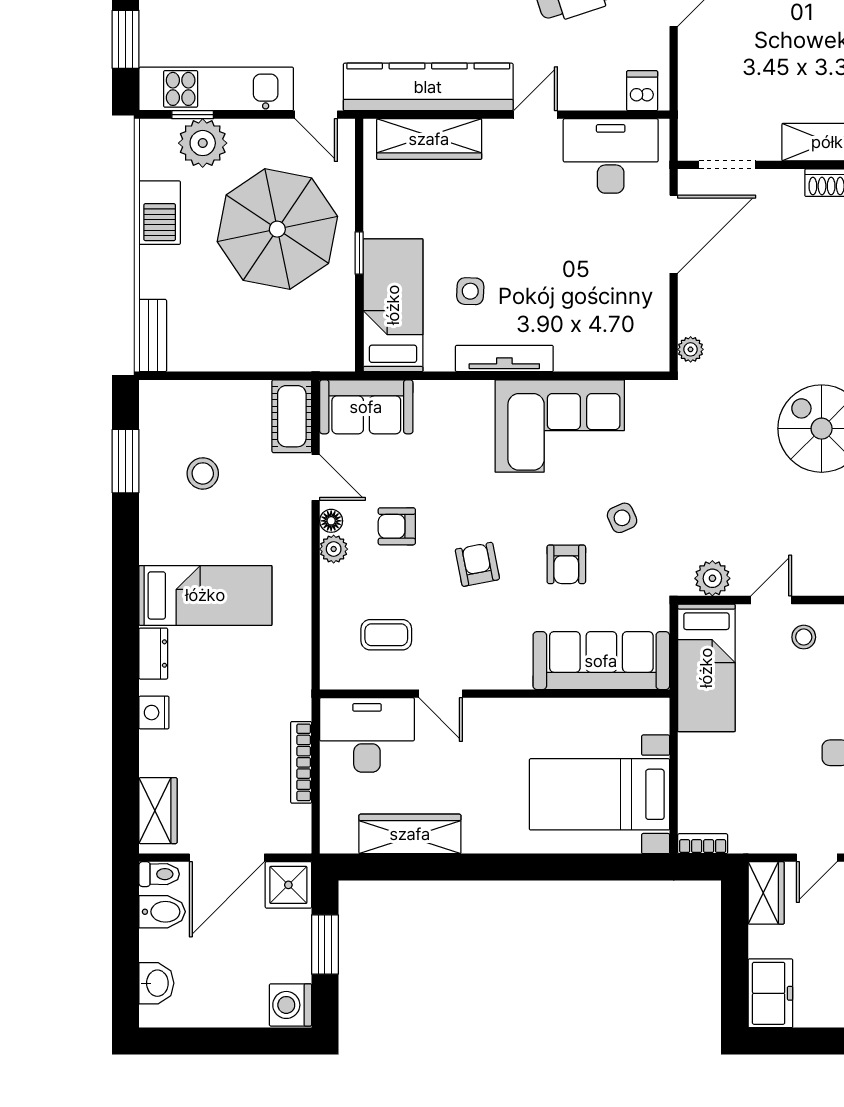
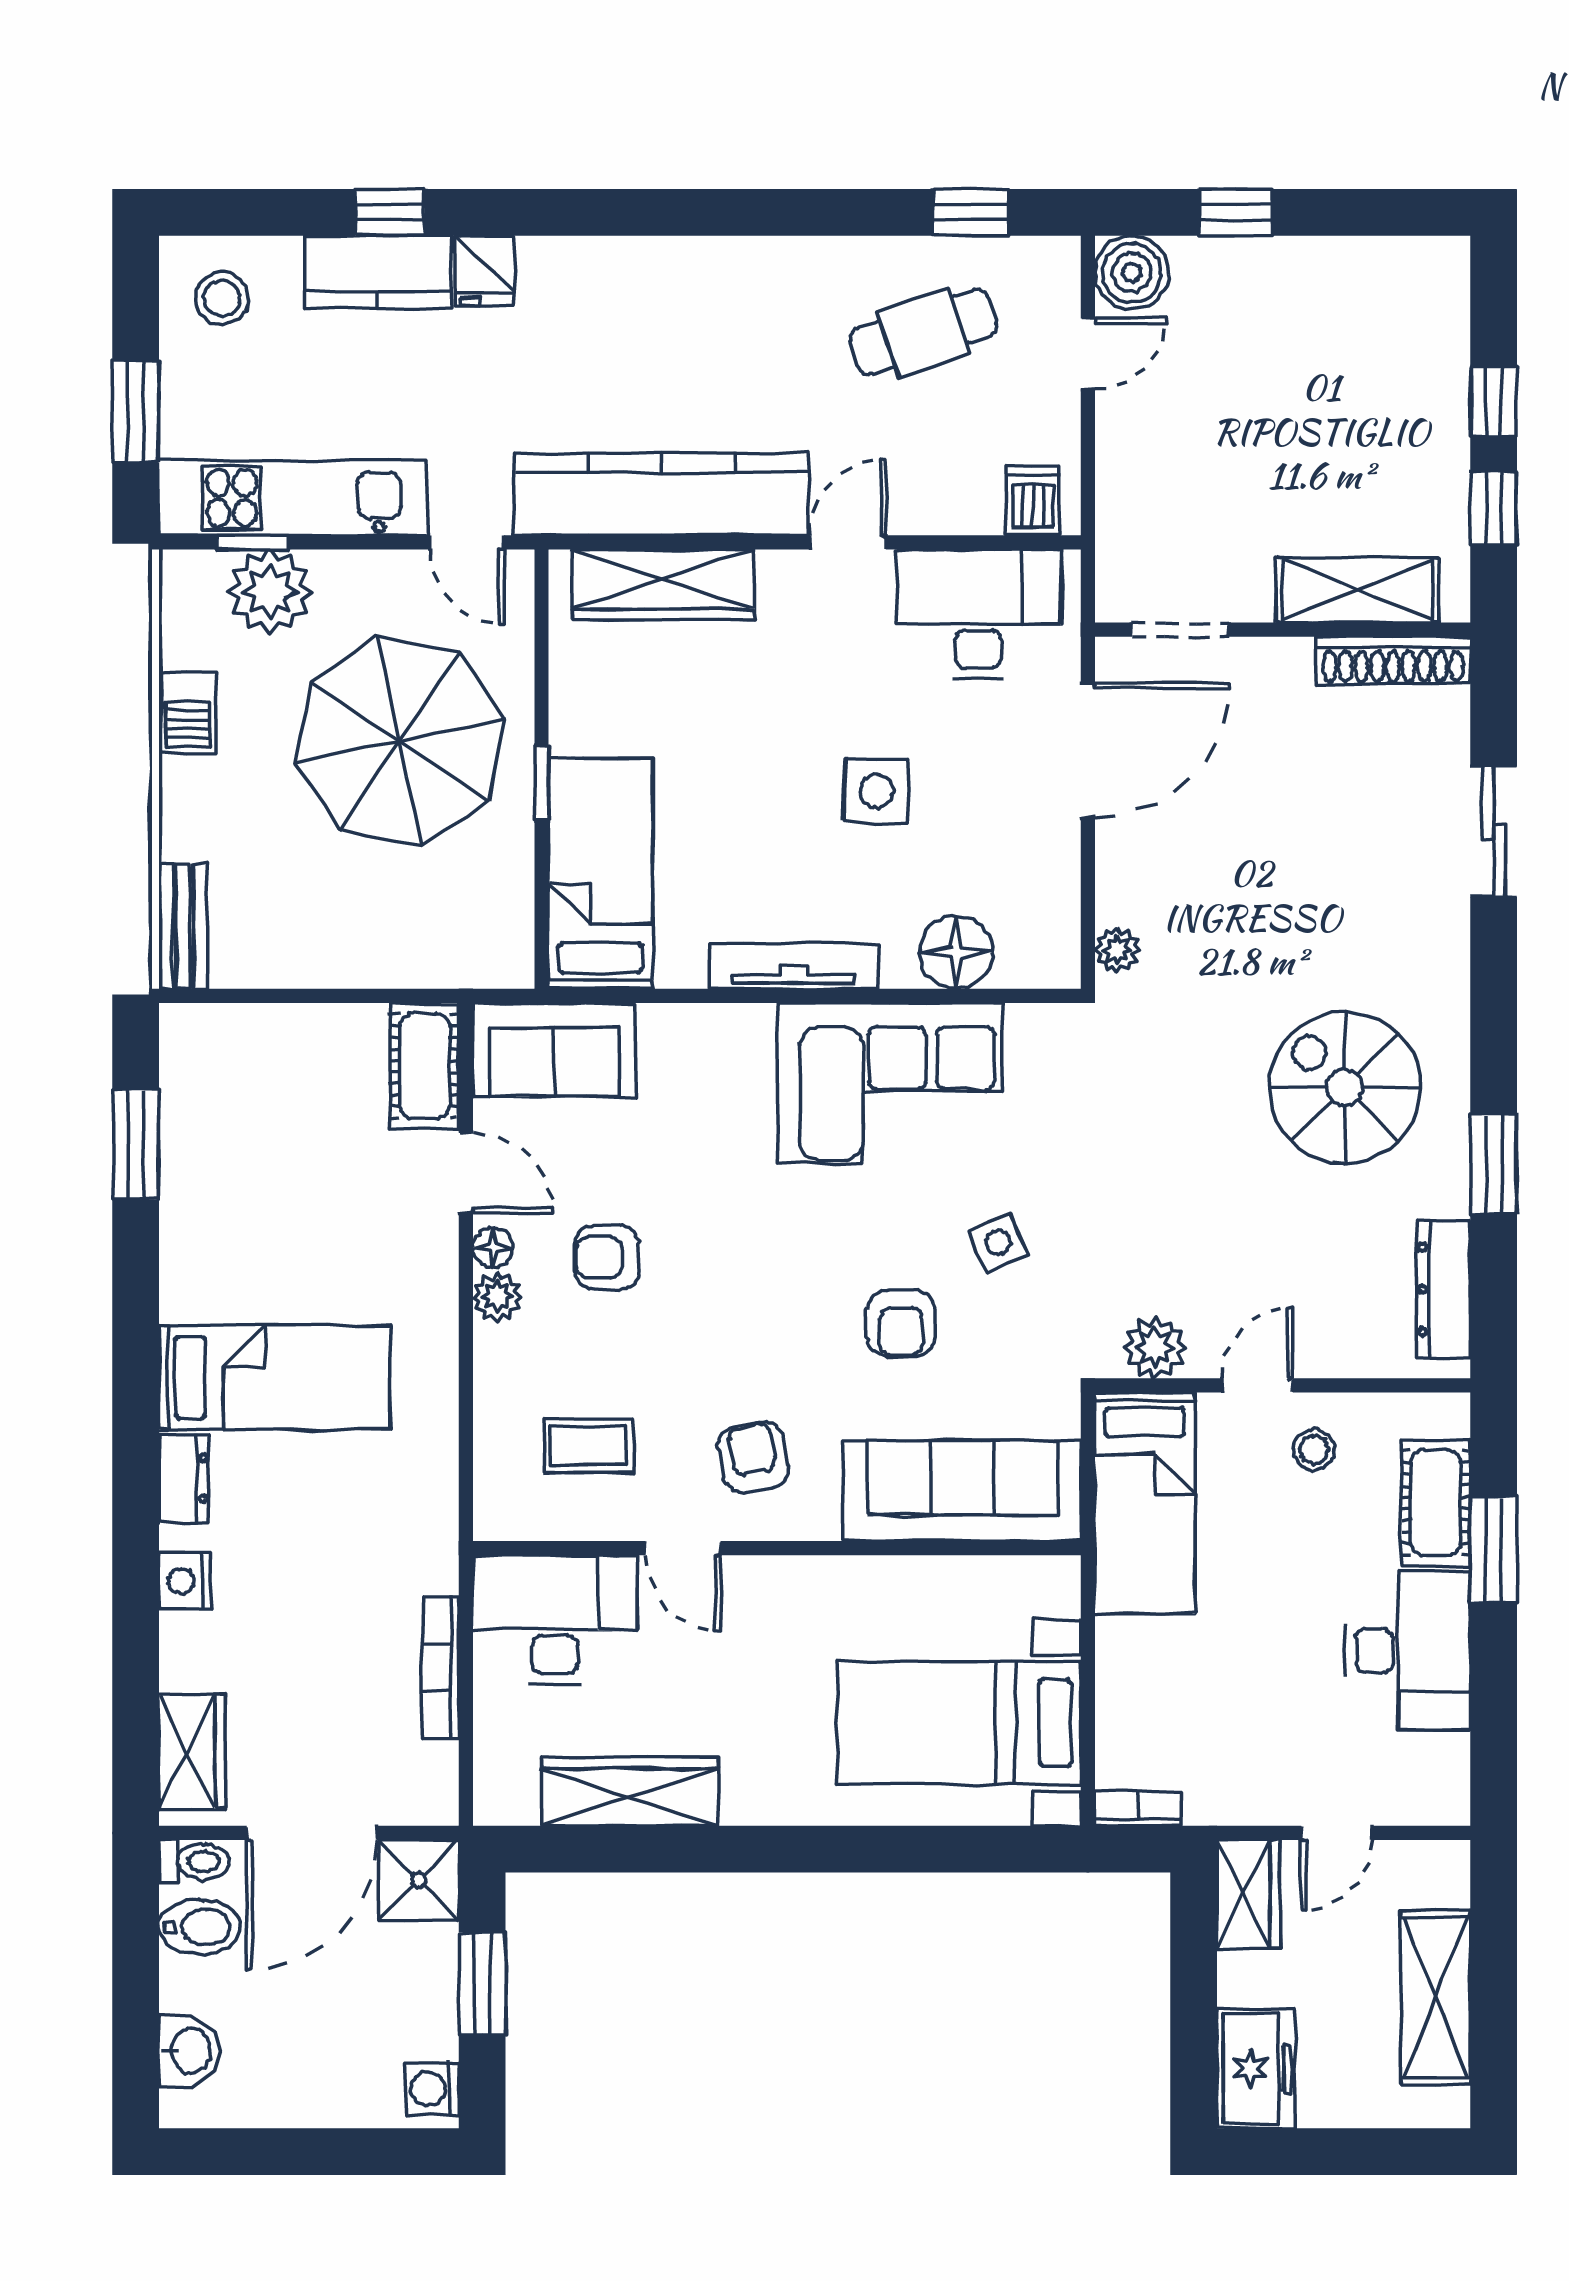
barbecue: (160, 213) -> (187, 713), width x0.73, depth x0.79
side table: (470, 291) -> (876, 791), moved, width x1.37, depth x1.37
floor lamp: (598, 351) -> (956, 952), added
stool: (203, 473) -> (270, 1166), removed
armchair: (477, 564) -> (753, 1457), moved
washing machine: (291, 1005) -> (432, 2089), width x0.73, depth x0.73

